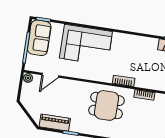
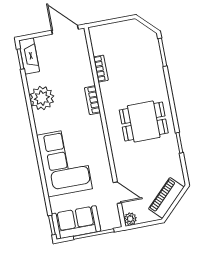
plant: (138, 45) -> (42, 98), added
dining table: (107, 105) -> (144, 122), moved, turned 90
piano: (55, 123) -> (166, 198), moved, turned 45

